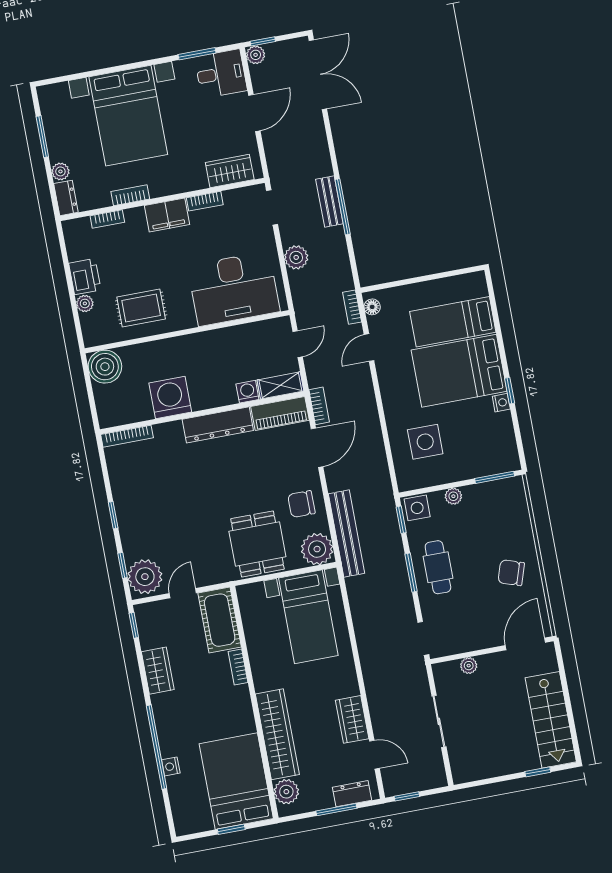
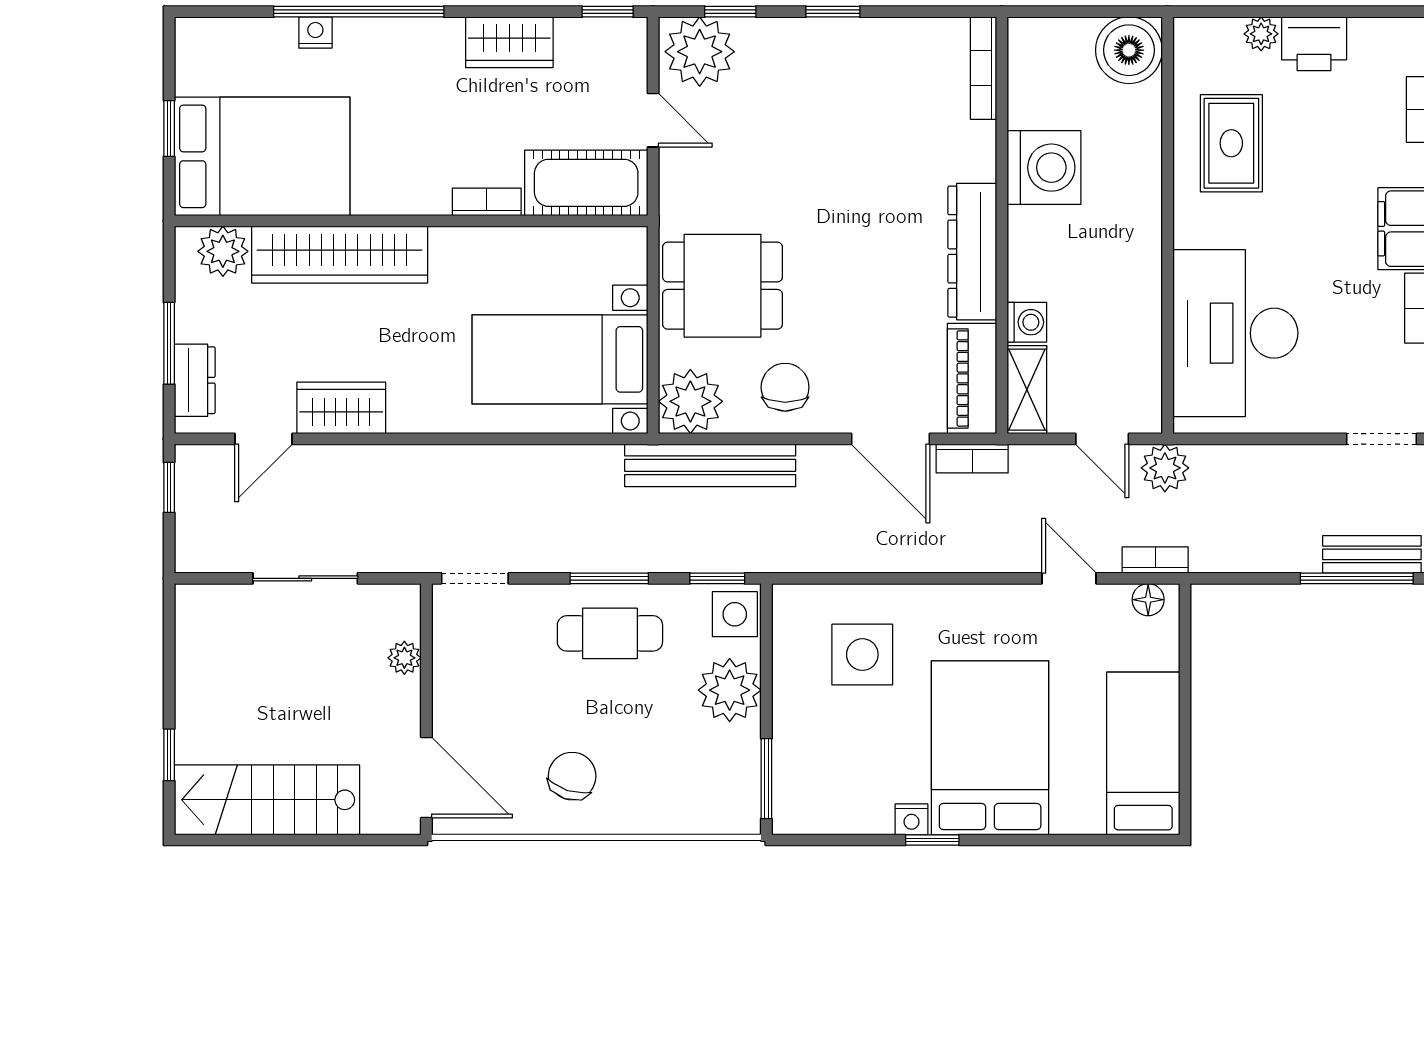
plant: (296, 257) -> (1165, 468), moved
bed: (453, 322) -> (1143, 753), moved
plant: (453, 496) -> (730, 690), width x1.88, depth x1.88

